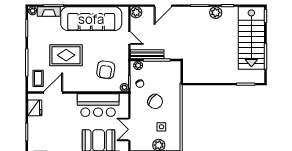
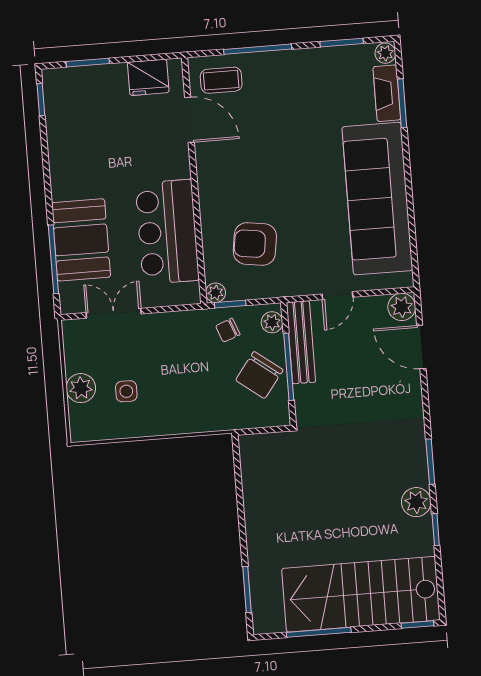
door: (163, 6) -> (421, 347), moved
rug: (66, 55) -> (283, 144), removed
chair: (155, 101) -> (259, 375), moved

